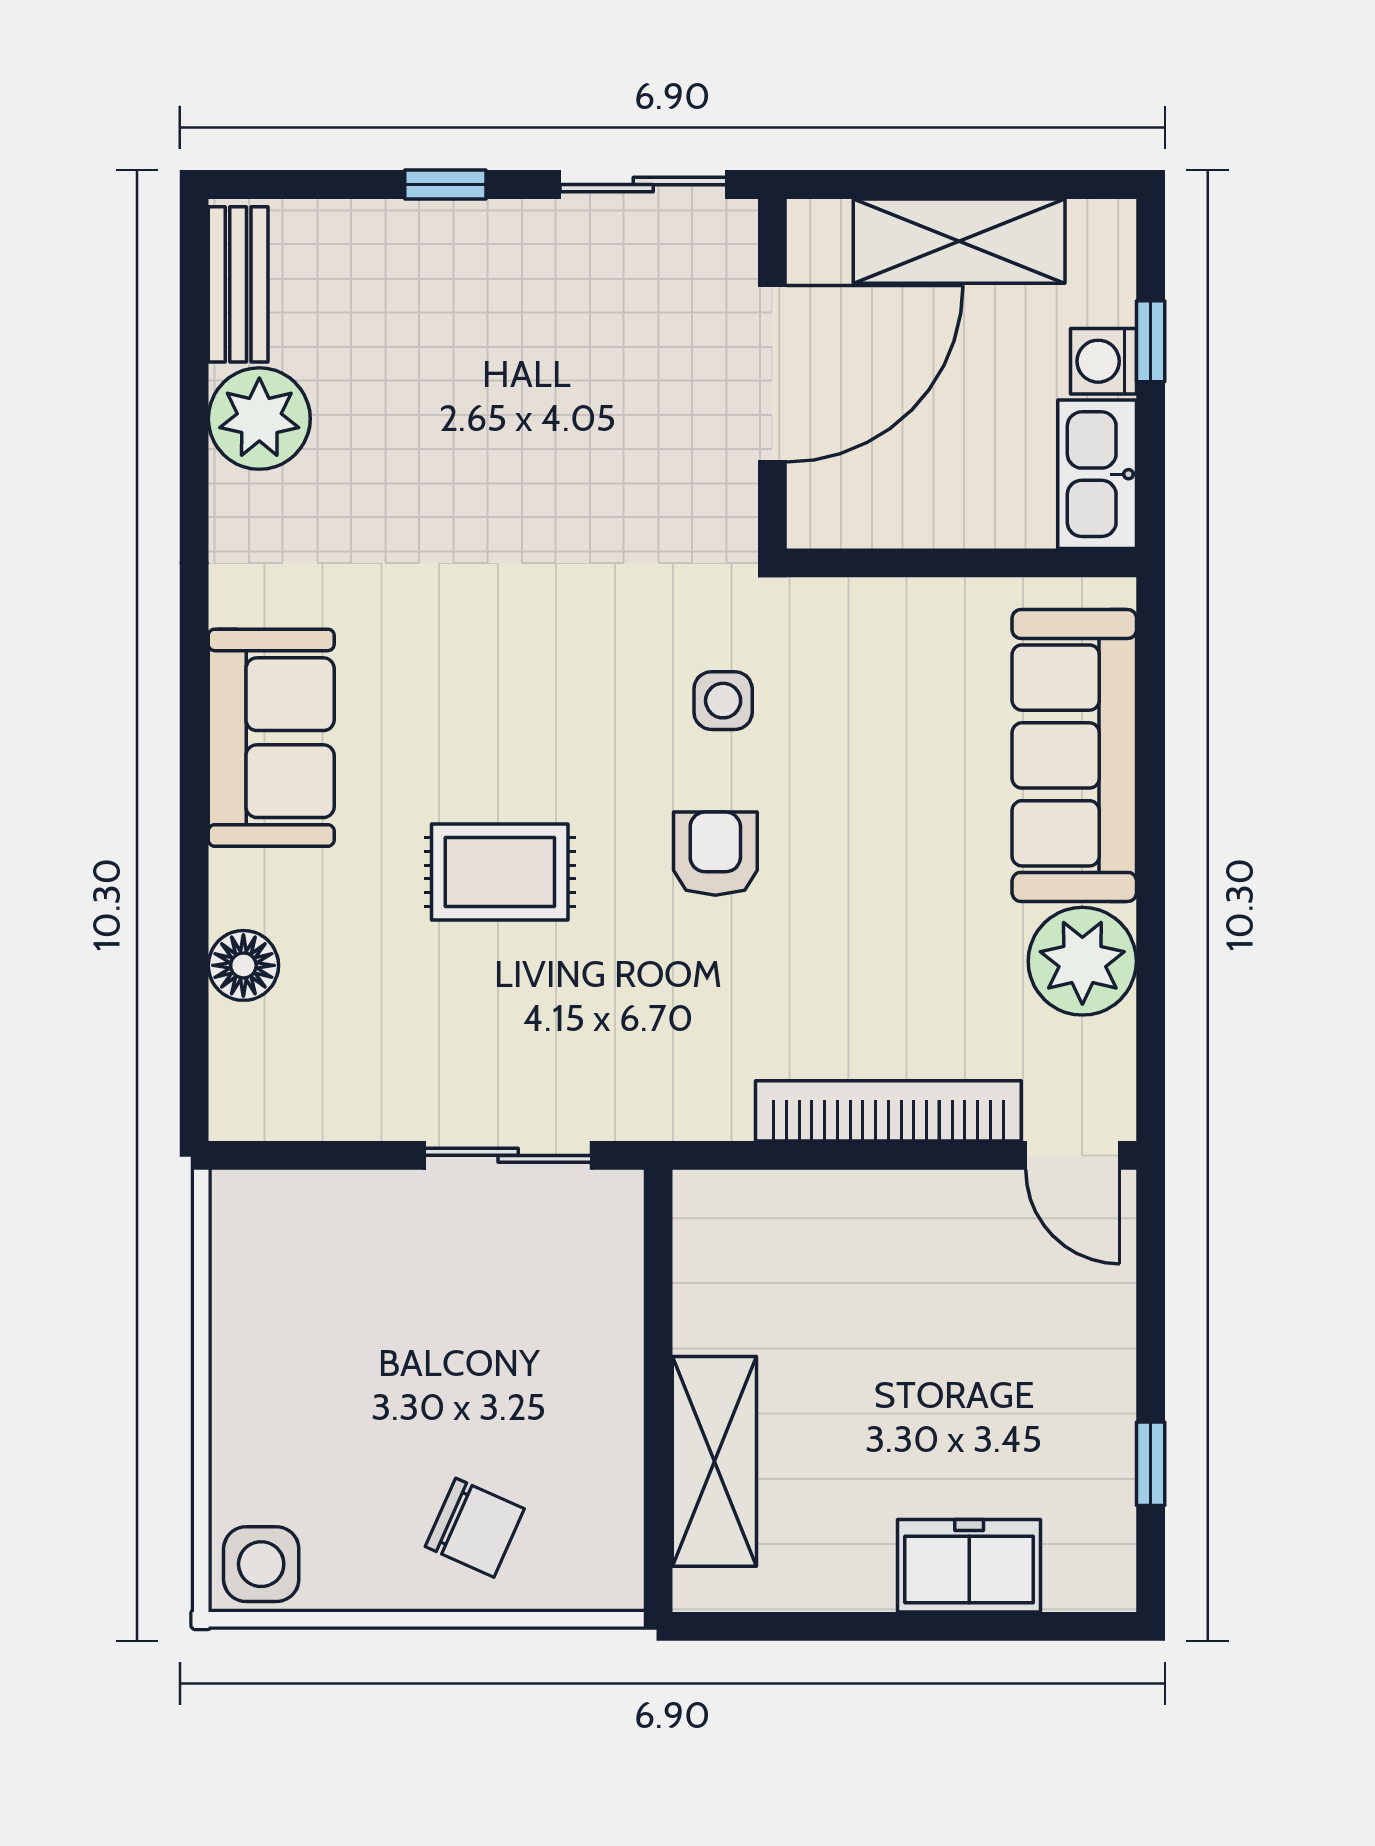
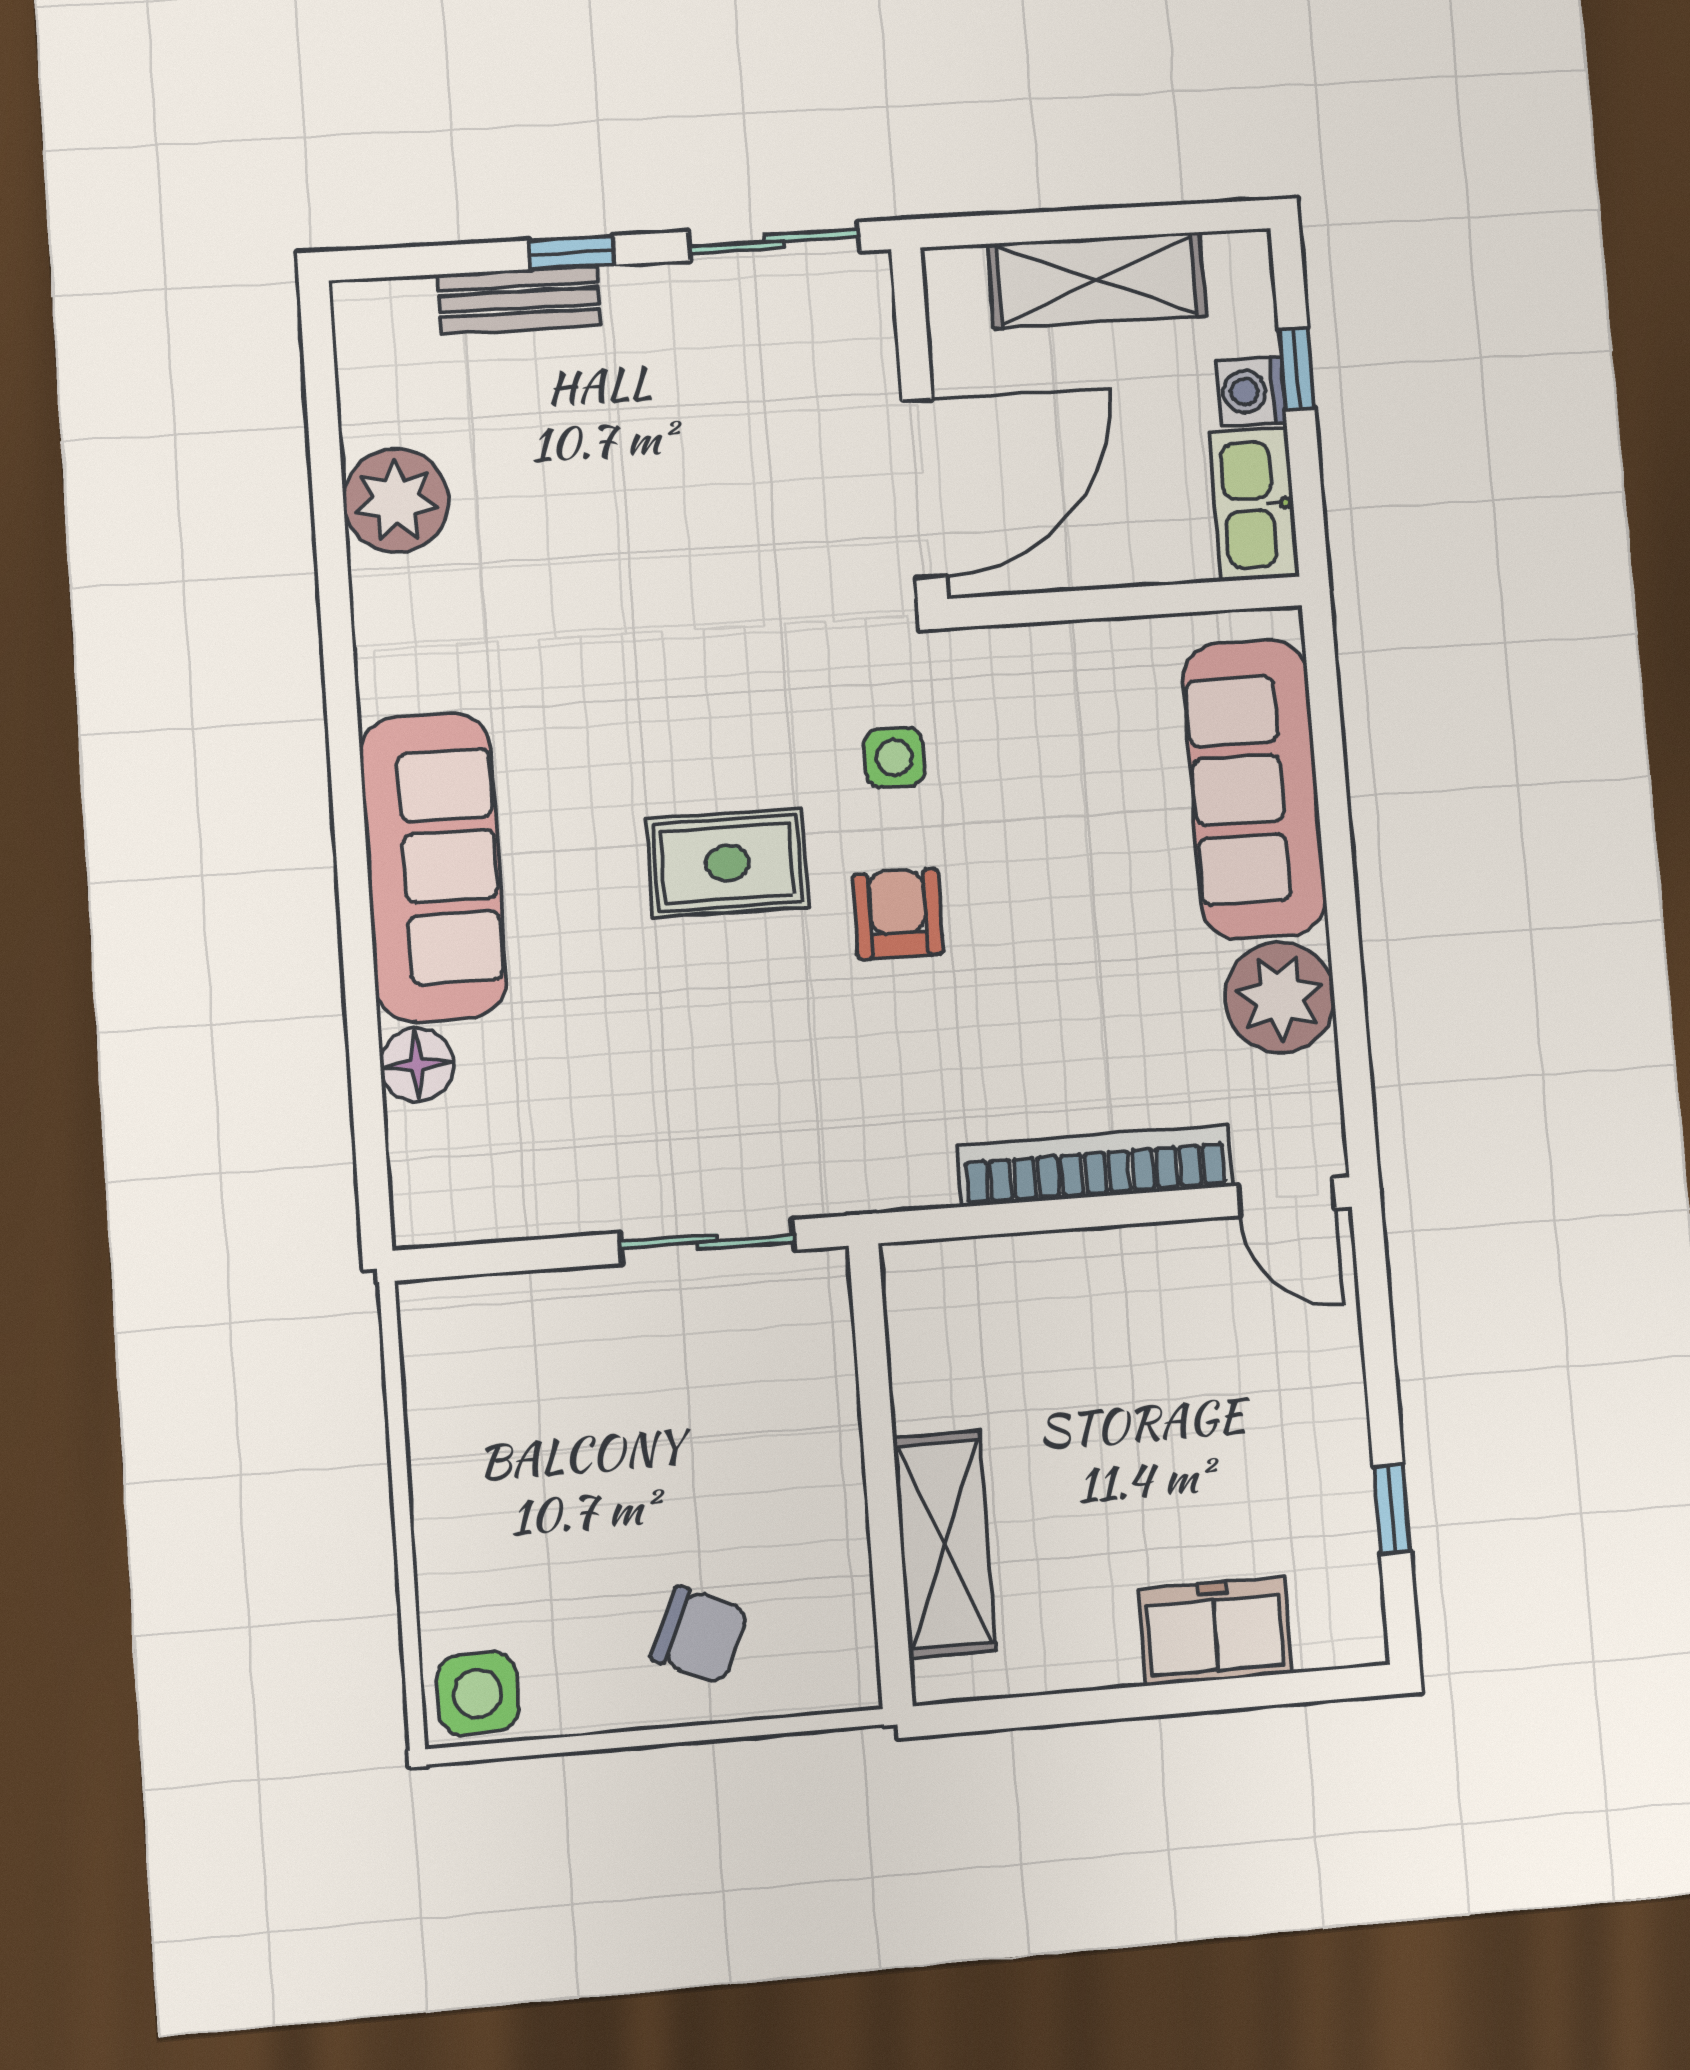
bench: (238, 284) -> (519, 300), moved, turned 90
door: (772, 374) -> (924, 488), moved
sofa: (271, 738) -> (433, 867), width x1.36
rug: (500, 872) -> (727, 863), moved

